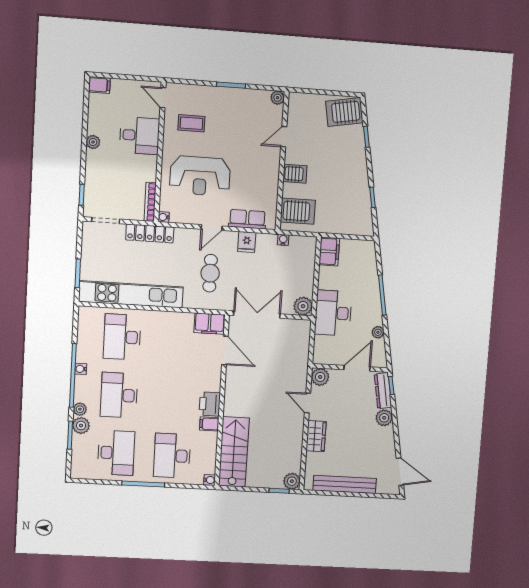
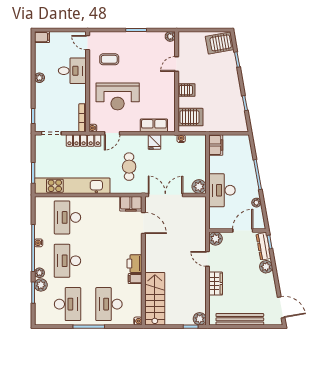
door: (212, 228) -> (112, 133), moved

